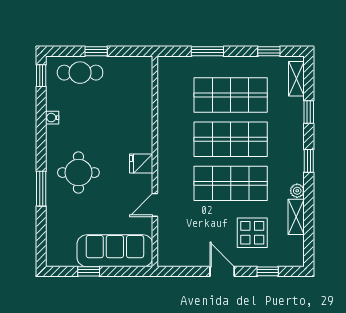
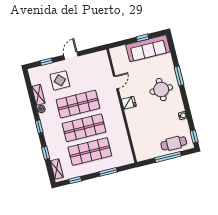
window: (96, 51) -> (168, 157), width x2.17
sofa: (115, 251) -> (148, 48), moved
door: (222, 271) -> (71, 56), swing flipped

